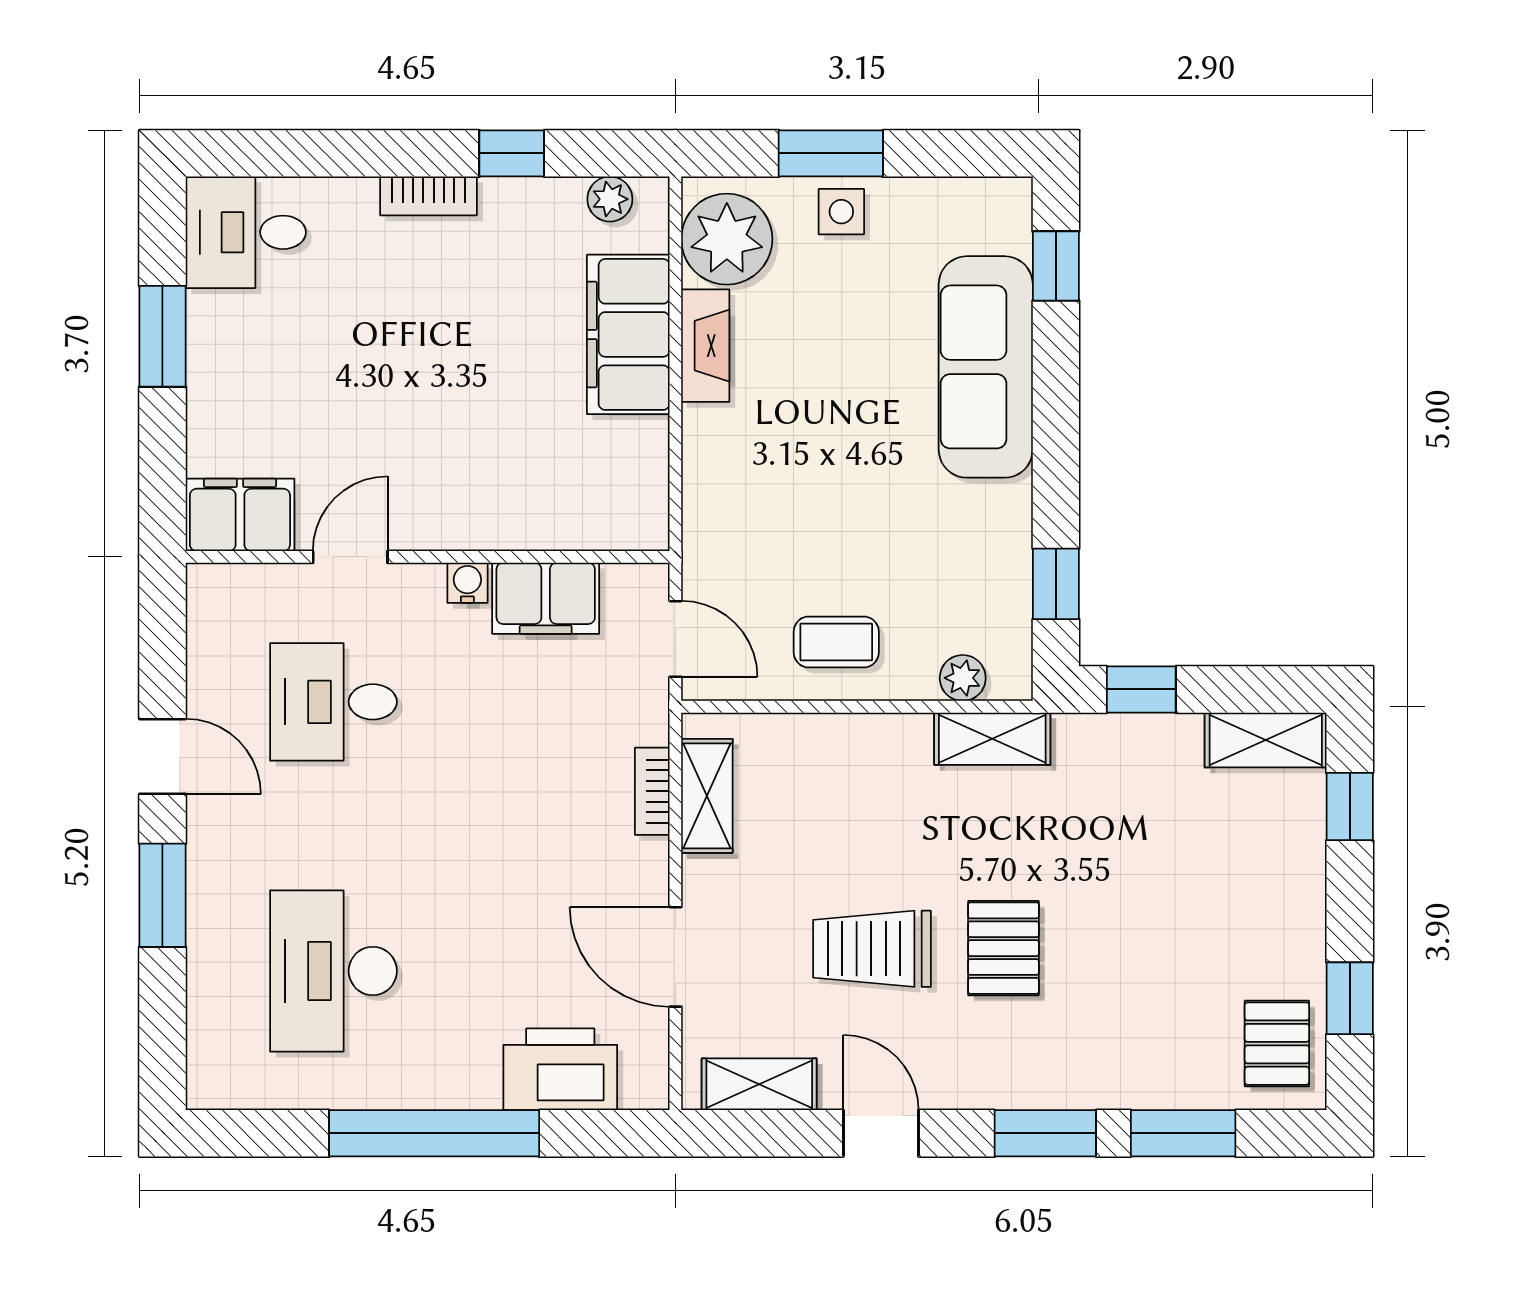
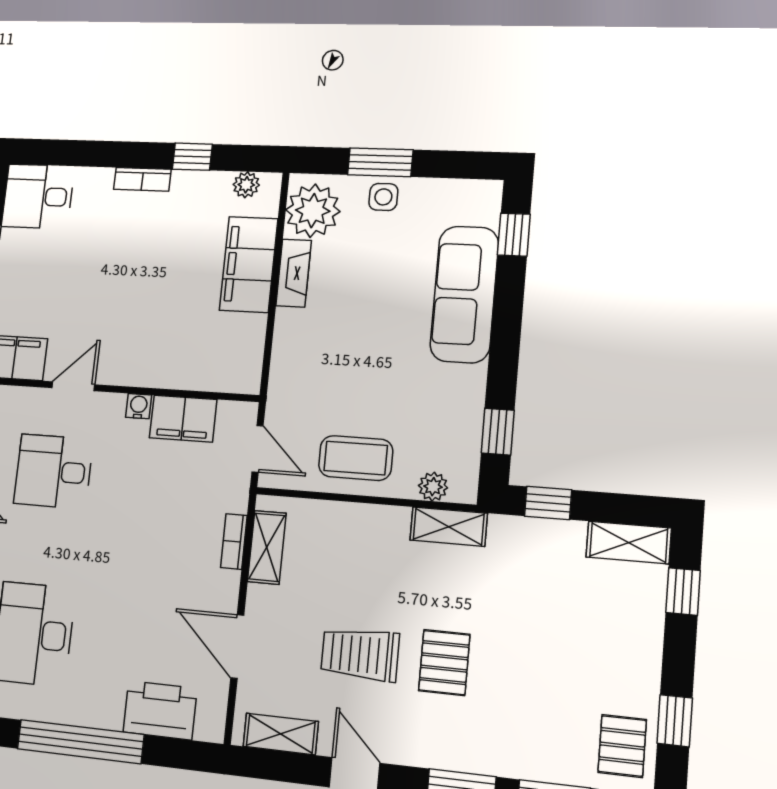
coffee table: (836, 642) -> (356, 458), width x1.36, depth x1.30

